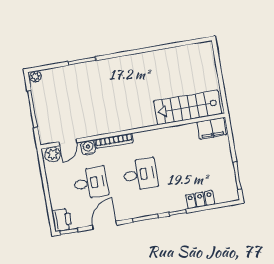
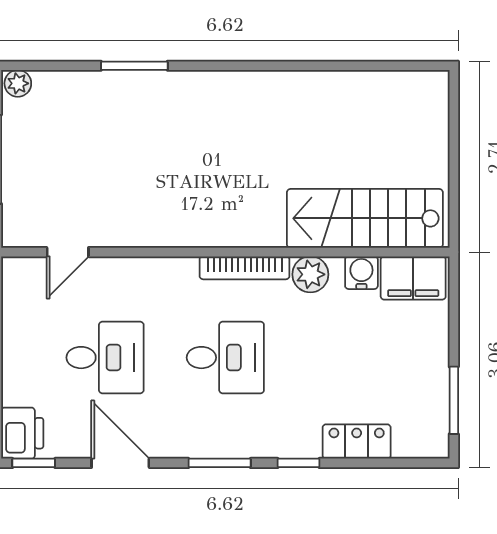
bookcase: (114, 141) -> (245, 268), moved
water cooler: (88, 147) -> (361, 273), moved
plant: (53, 154) -> (310, 274), moved
door: (105, 225) -> (120, 463), hinge flipped

